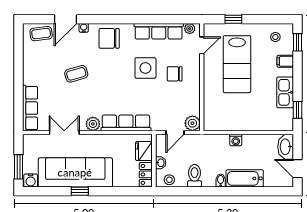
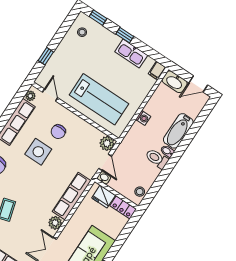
filing cabinet: (285, 61) -> (157, 71), moved
lab bench: (237, 64) -> (99, 99), moved
window: (297, 110) -> (125, 35), moved
washbasin: (161, 163) -> (104, 178), moved
toilet: (194, 176) -> (157, 159), moved

